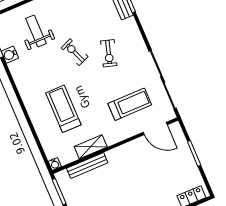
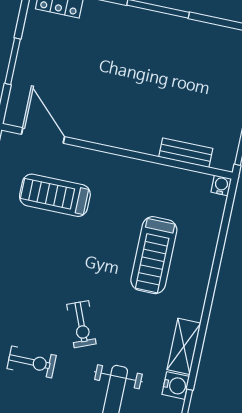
exercise bike: (109, 53) -> (32, 362), moved, turned 73
shelving: (91, 147) -> (184, 346), moved, turned 90
bench: (87, 165) -> (186, 153), width x0.73

